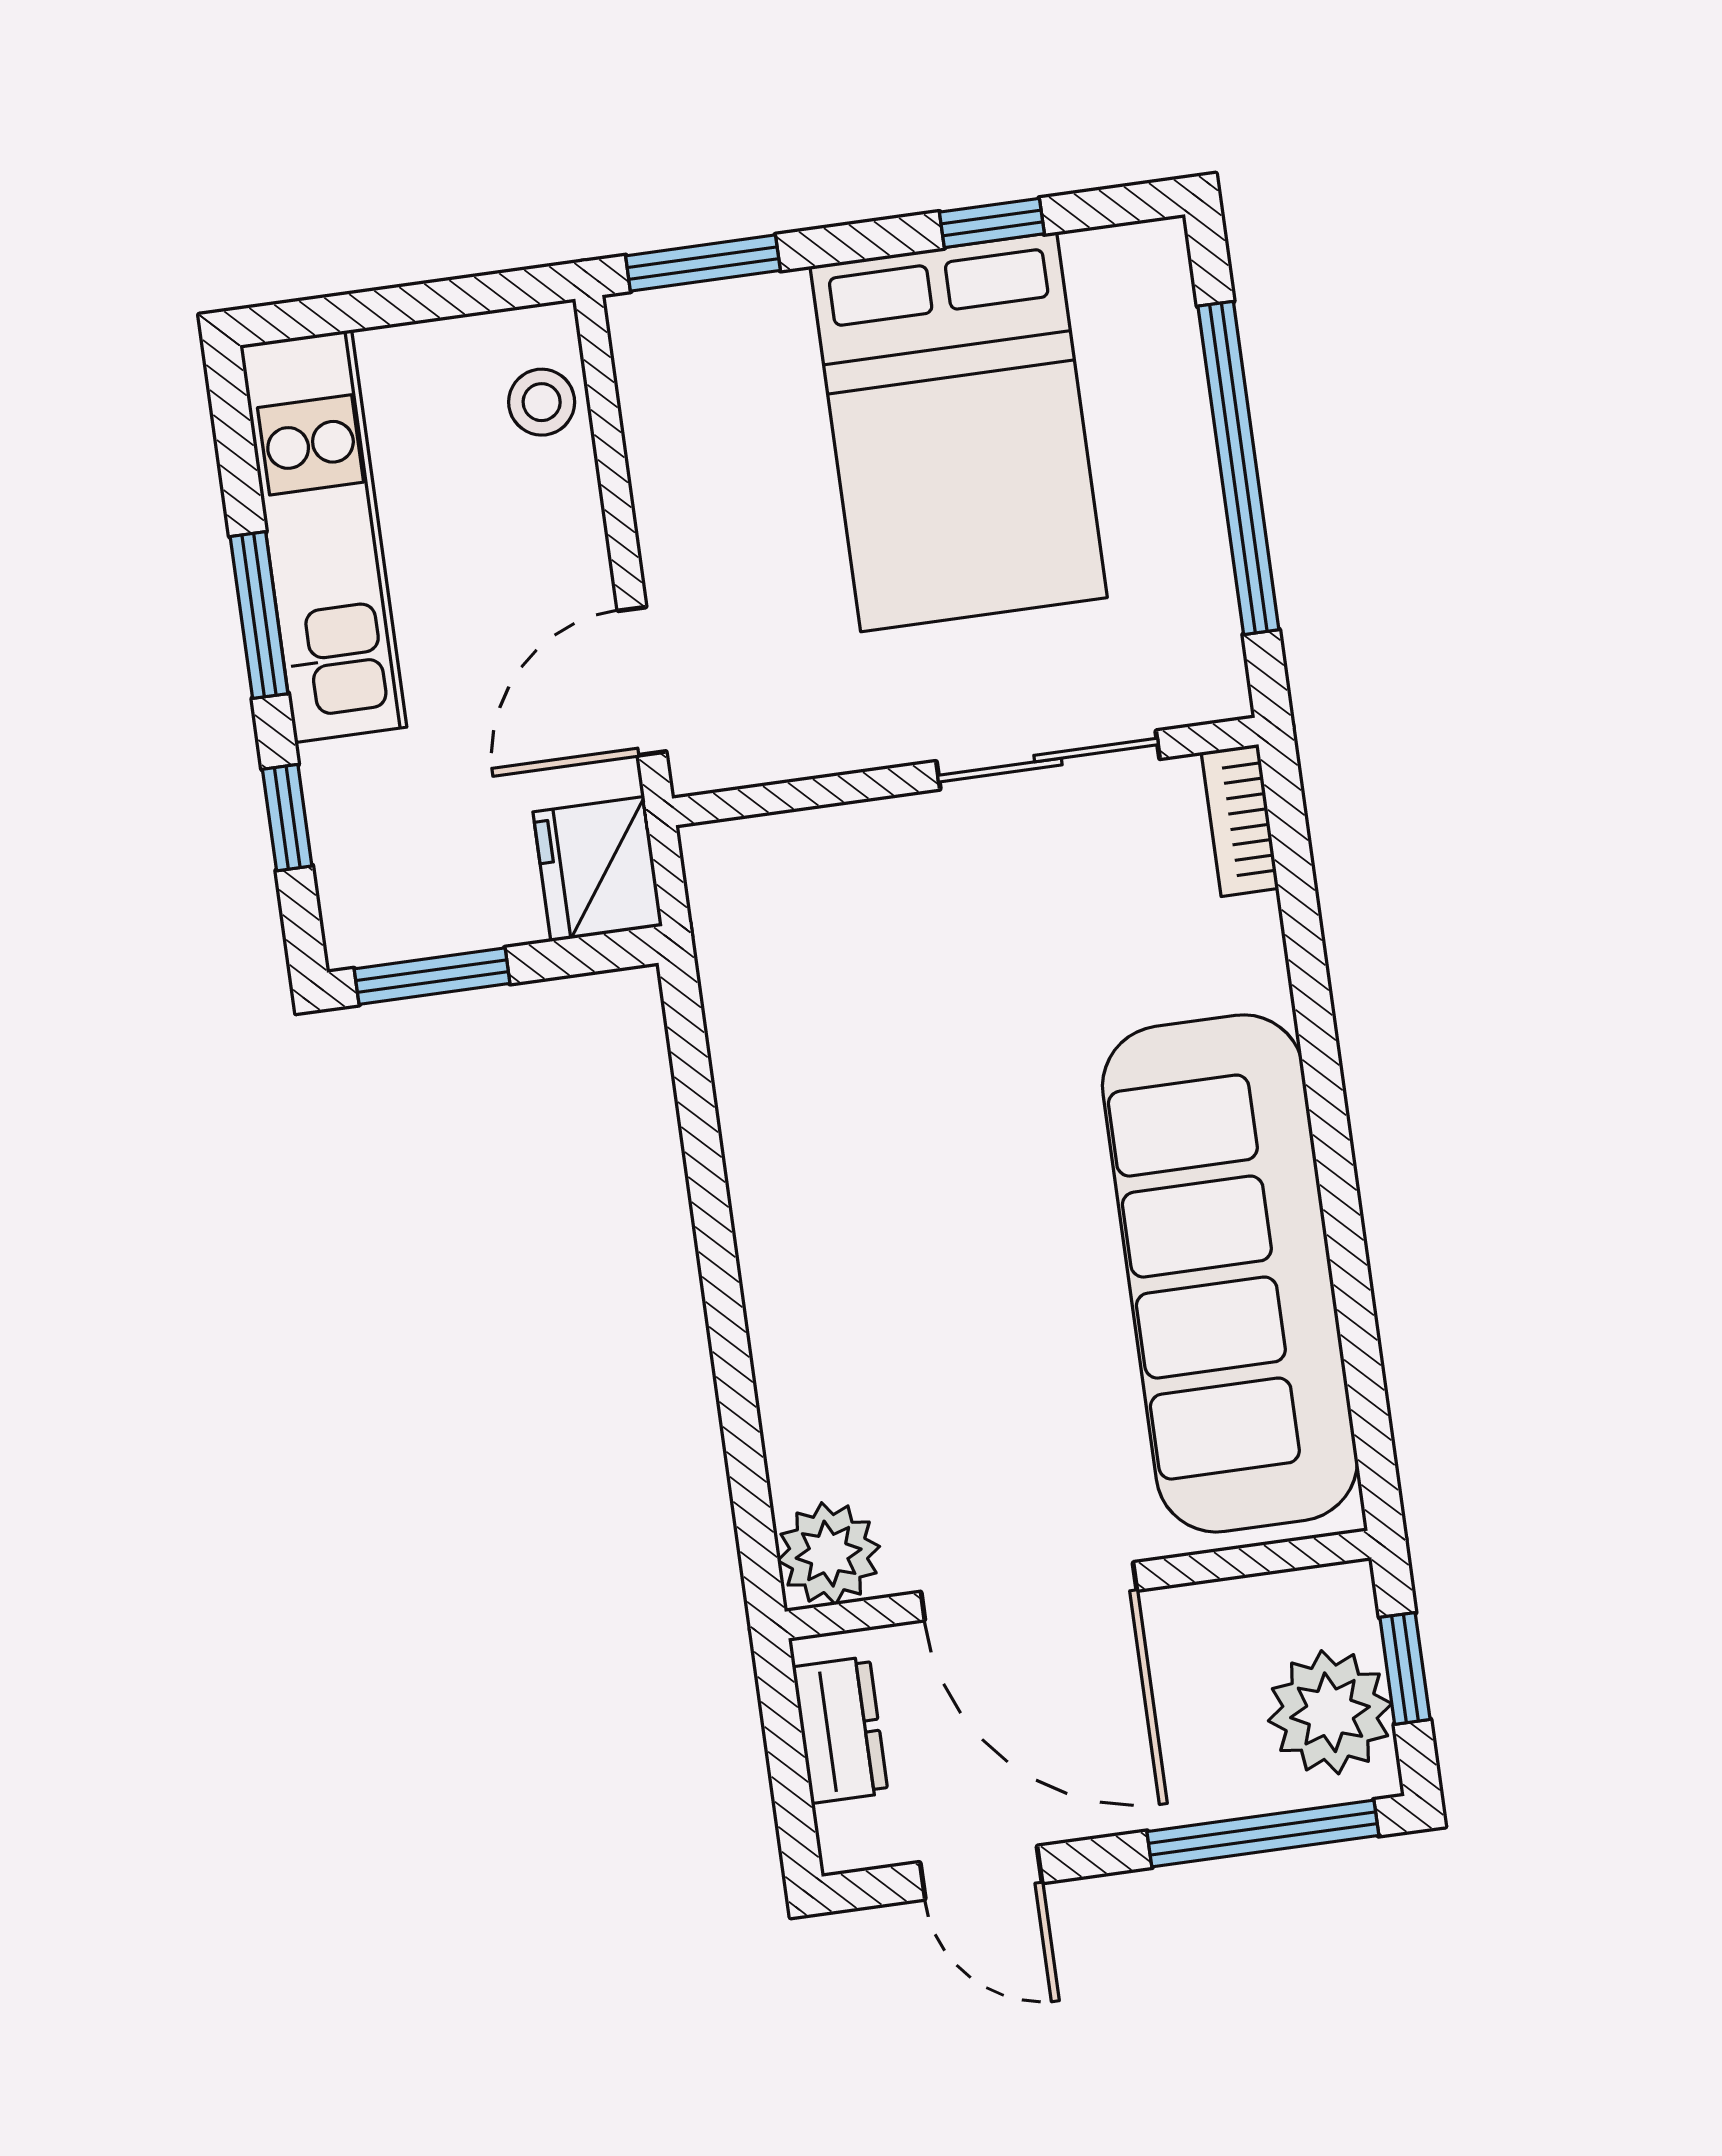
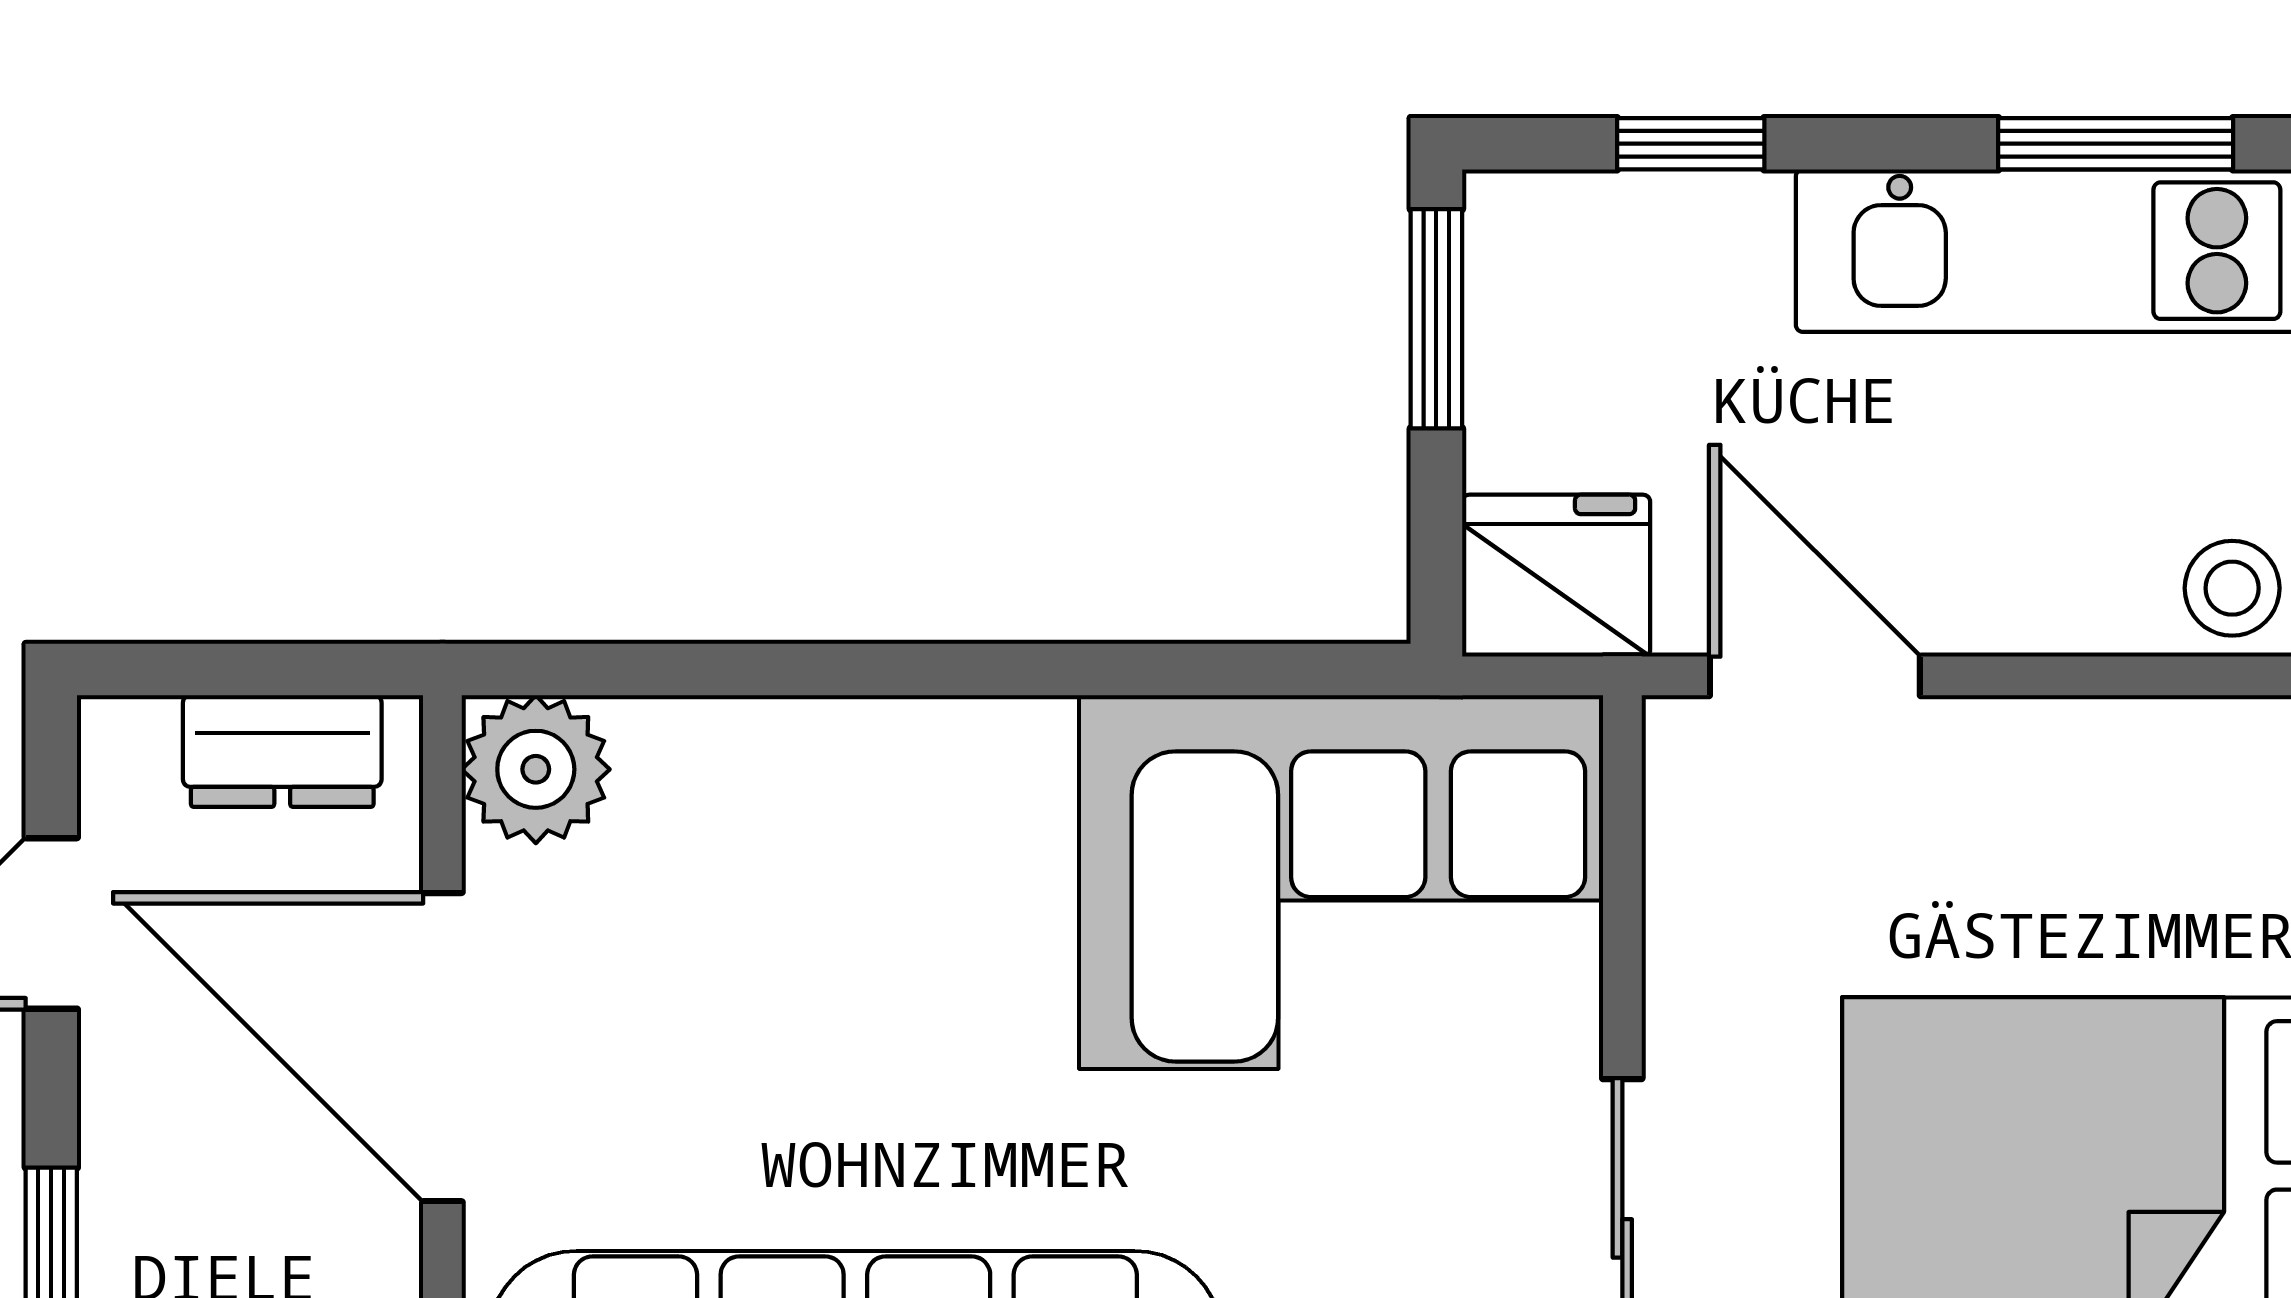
window: (259, 615) -> (2116, 144), moved
corner sofa: (829, 988) -> (1341, 882), added
door: (1029, 1591) -> (442, 1047), hinge flipped

